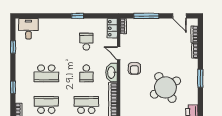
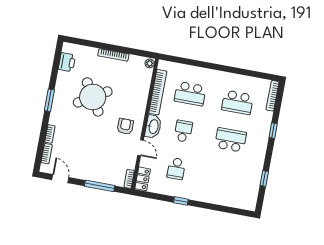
desk: (28, 29) -> (242, 196), removed

